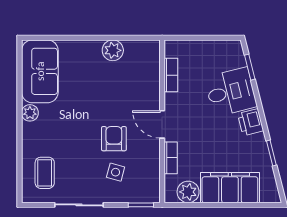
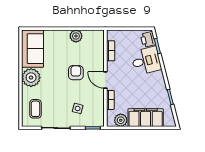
plant: (30, 113) -> (31, 78), width x1.87, depth x1.87
printer: (251, 122) -> (148, 39), moved
armchair: (114, 139) -> (76, 73), moved

